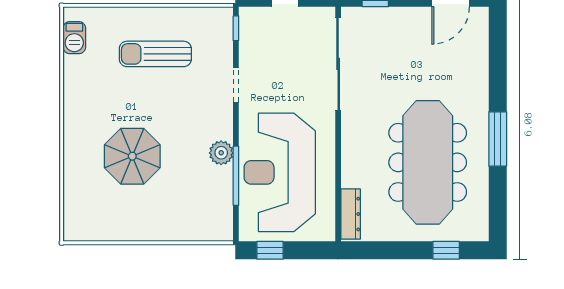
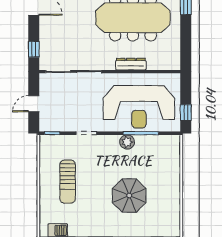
dresser: (351, 214) -> (131, 64), moved

